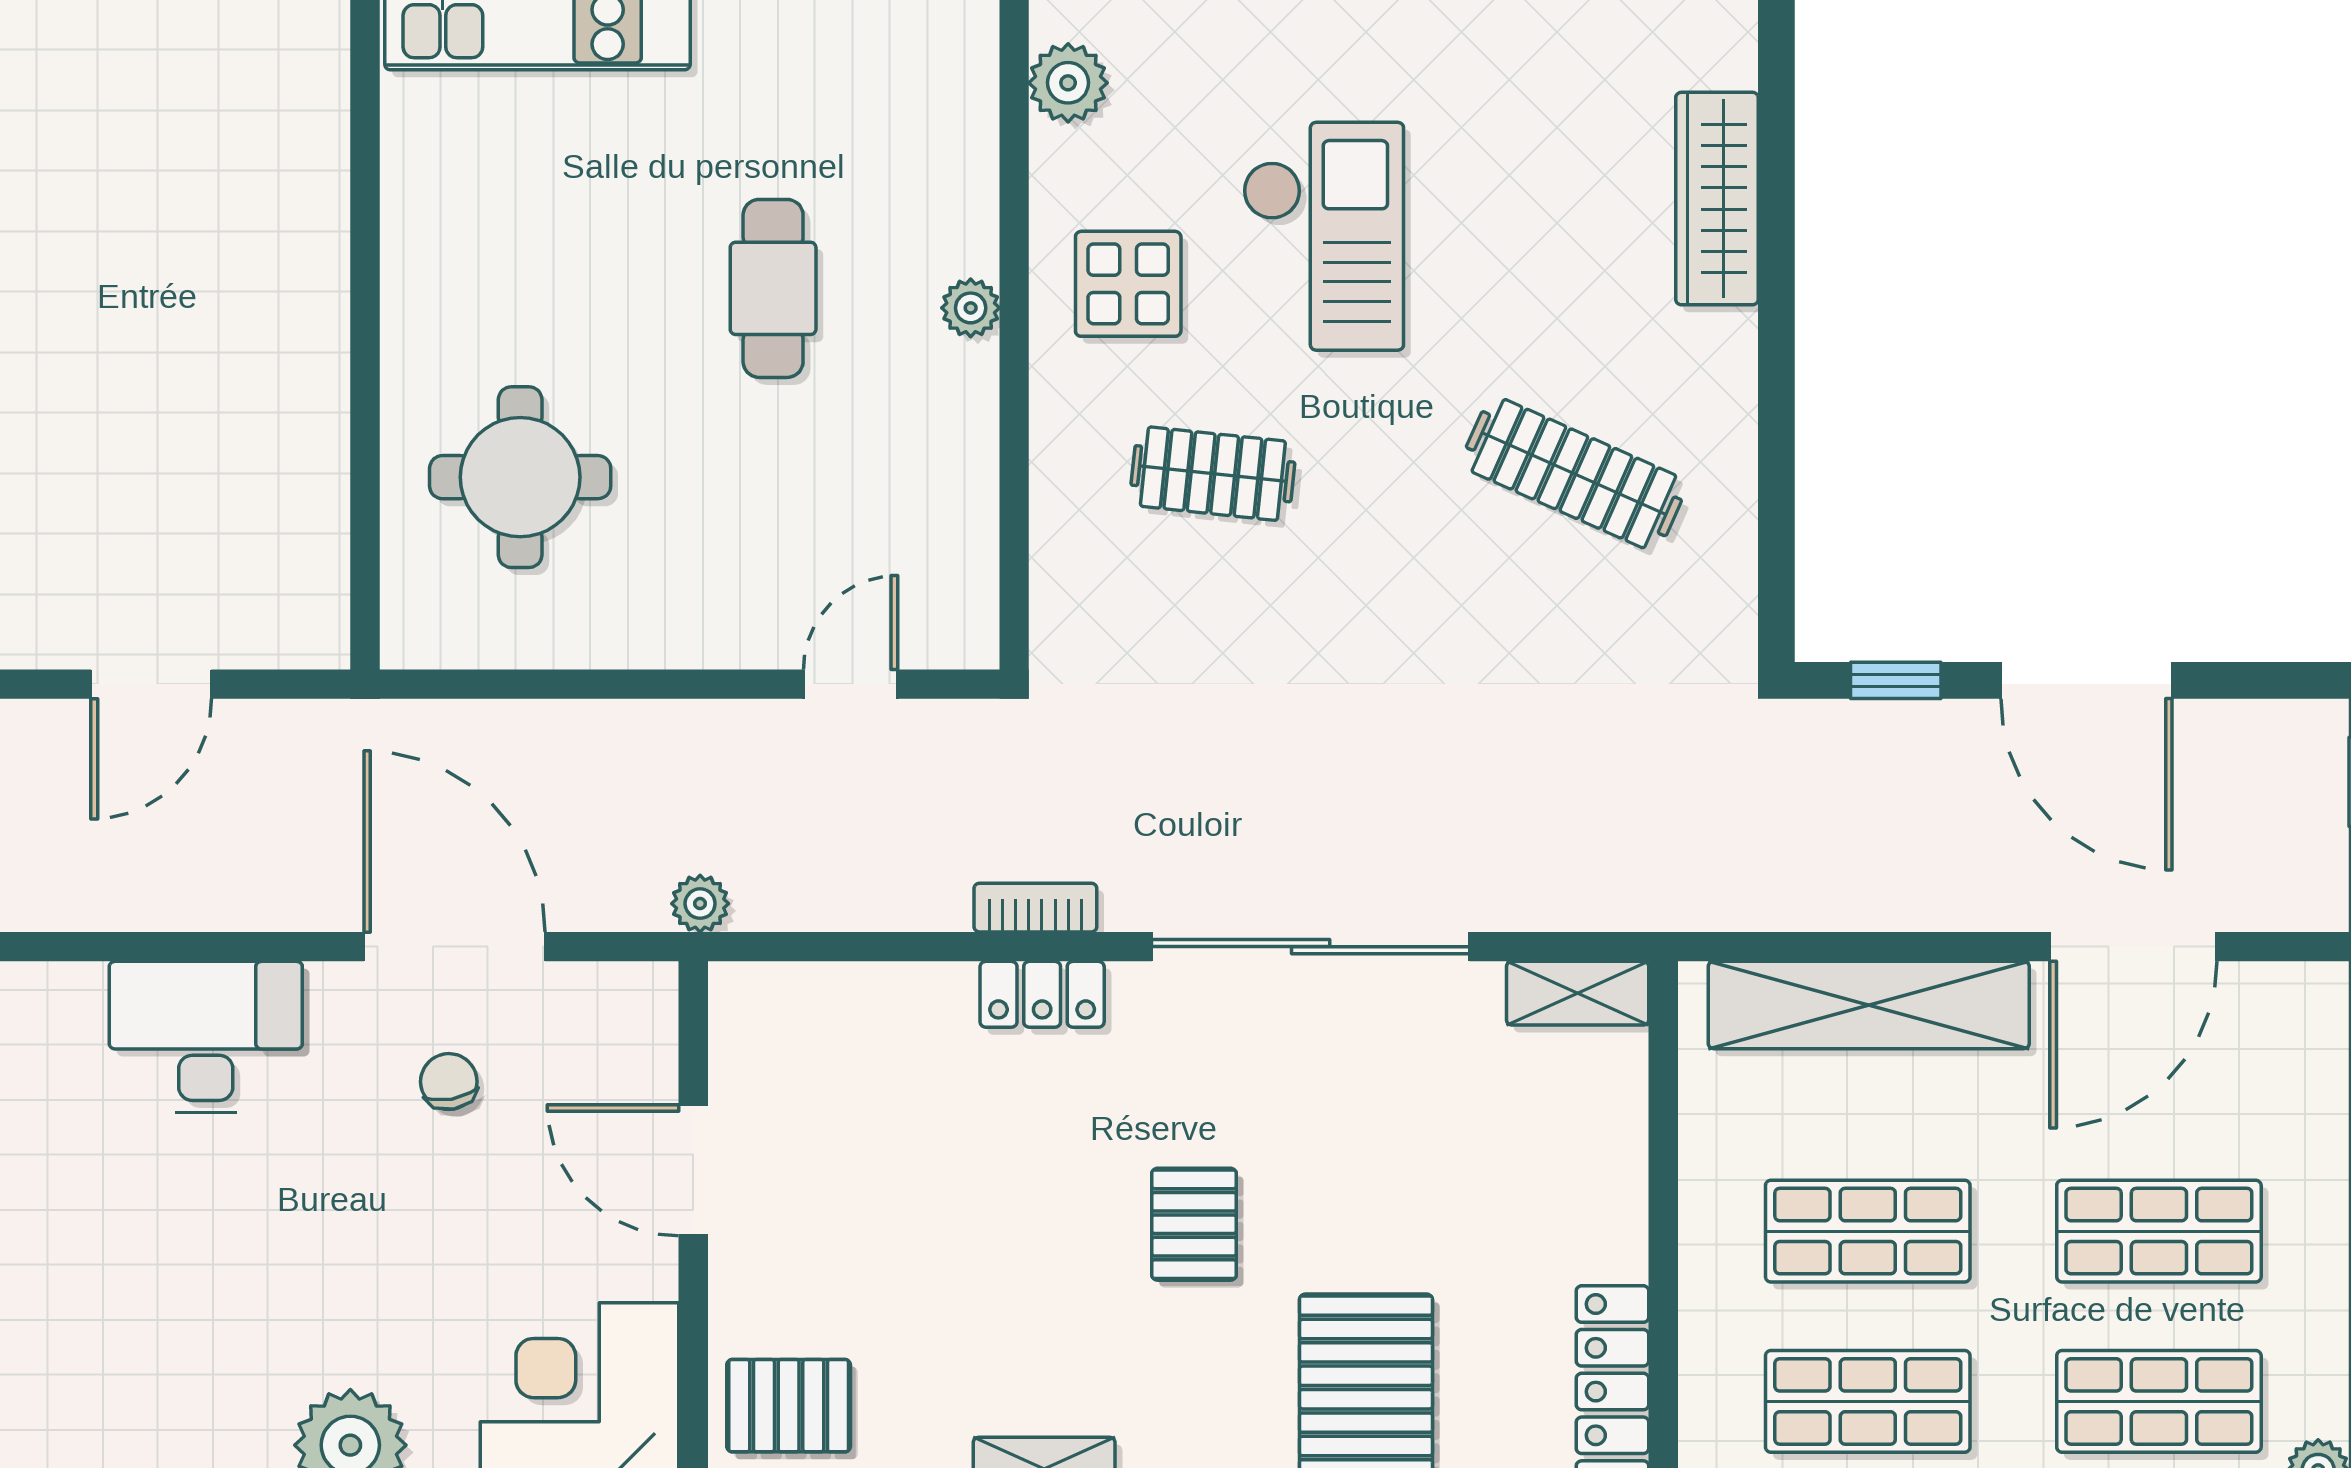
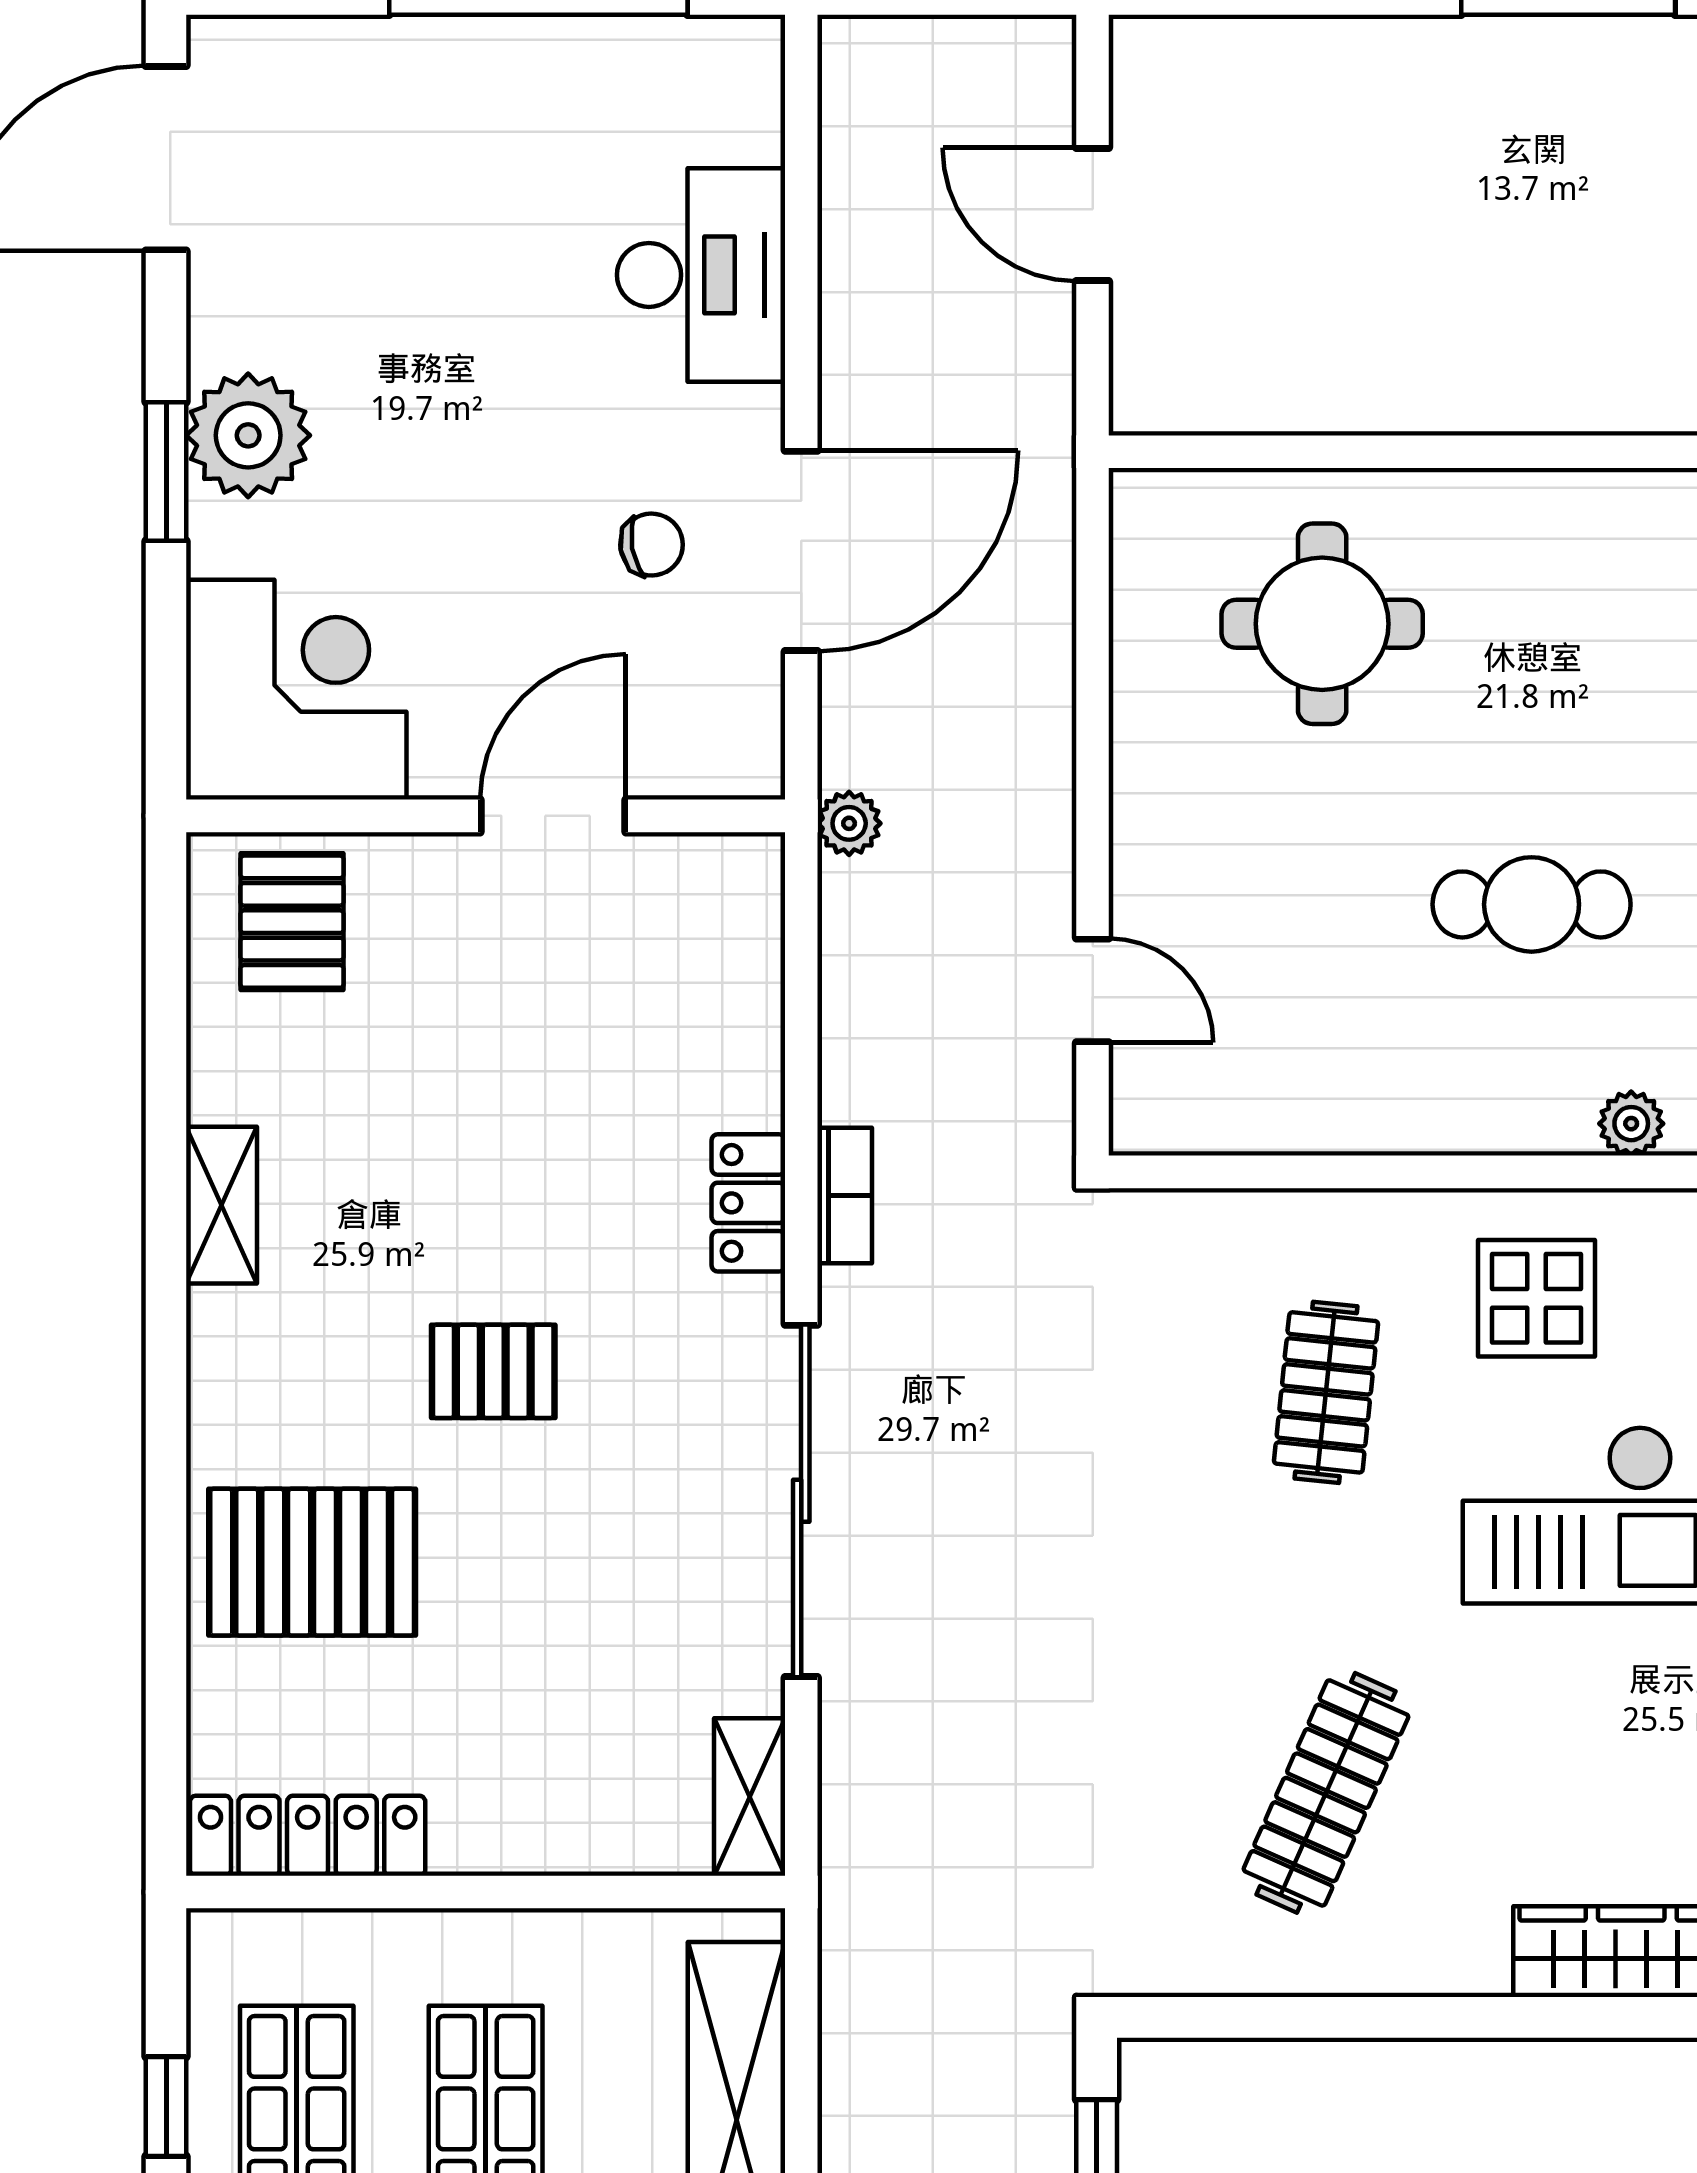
plant: (971, 308) -> (1631, 1124), moved

